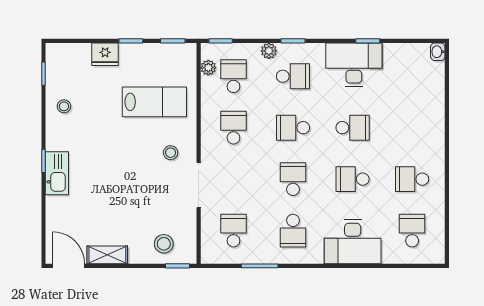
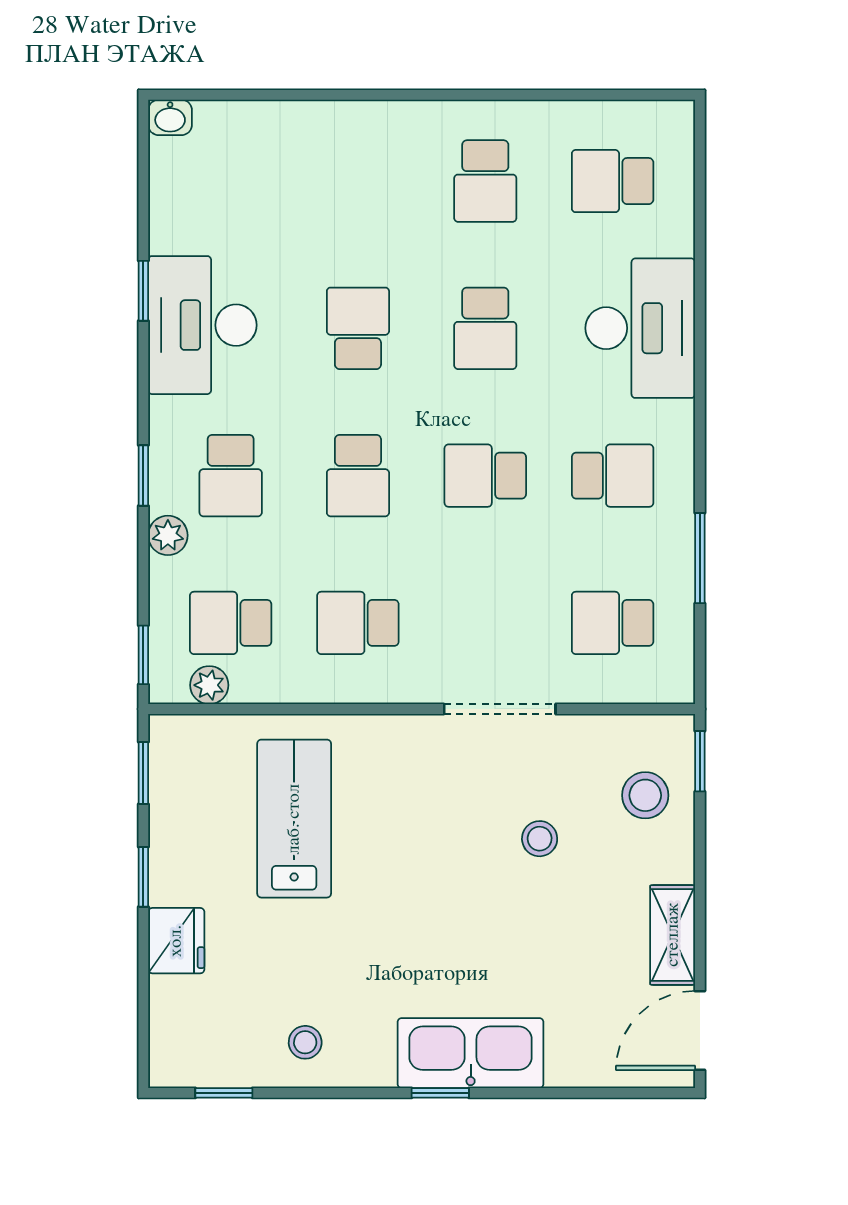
school desk: (293, 76) -> (231, 476), turned 180
stool: (171, 153) -> (540, 839), moved
kitchen sink: (57, 173) -> (471, 1053), width x1.36, depth x1.24

